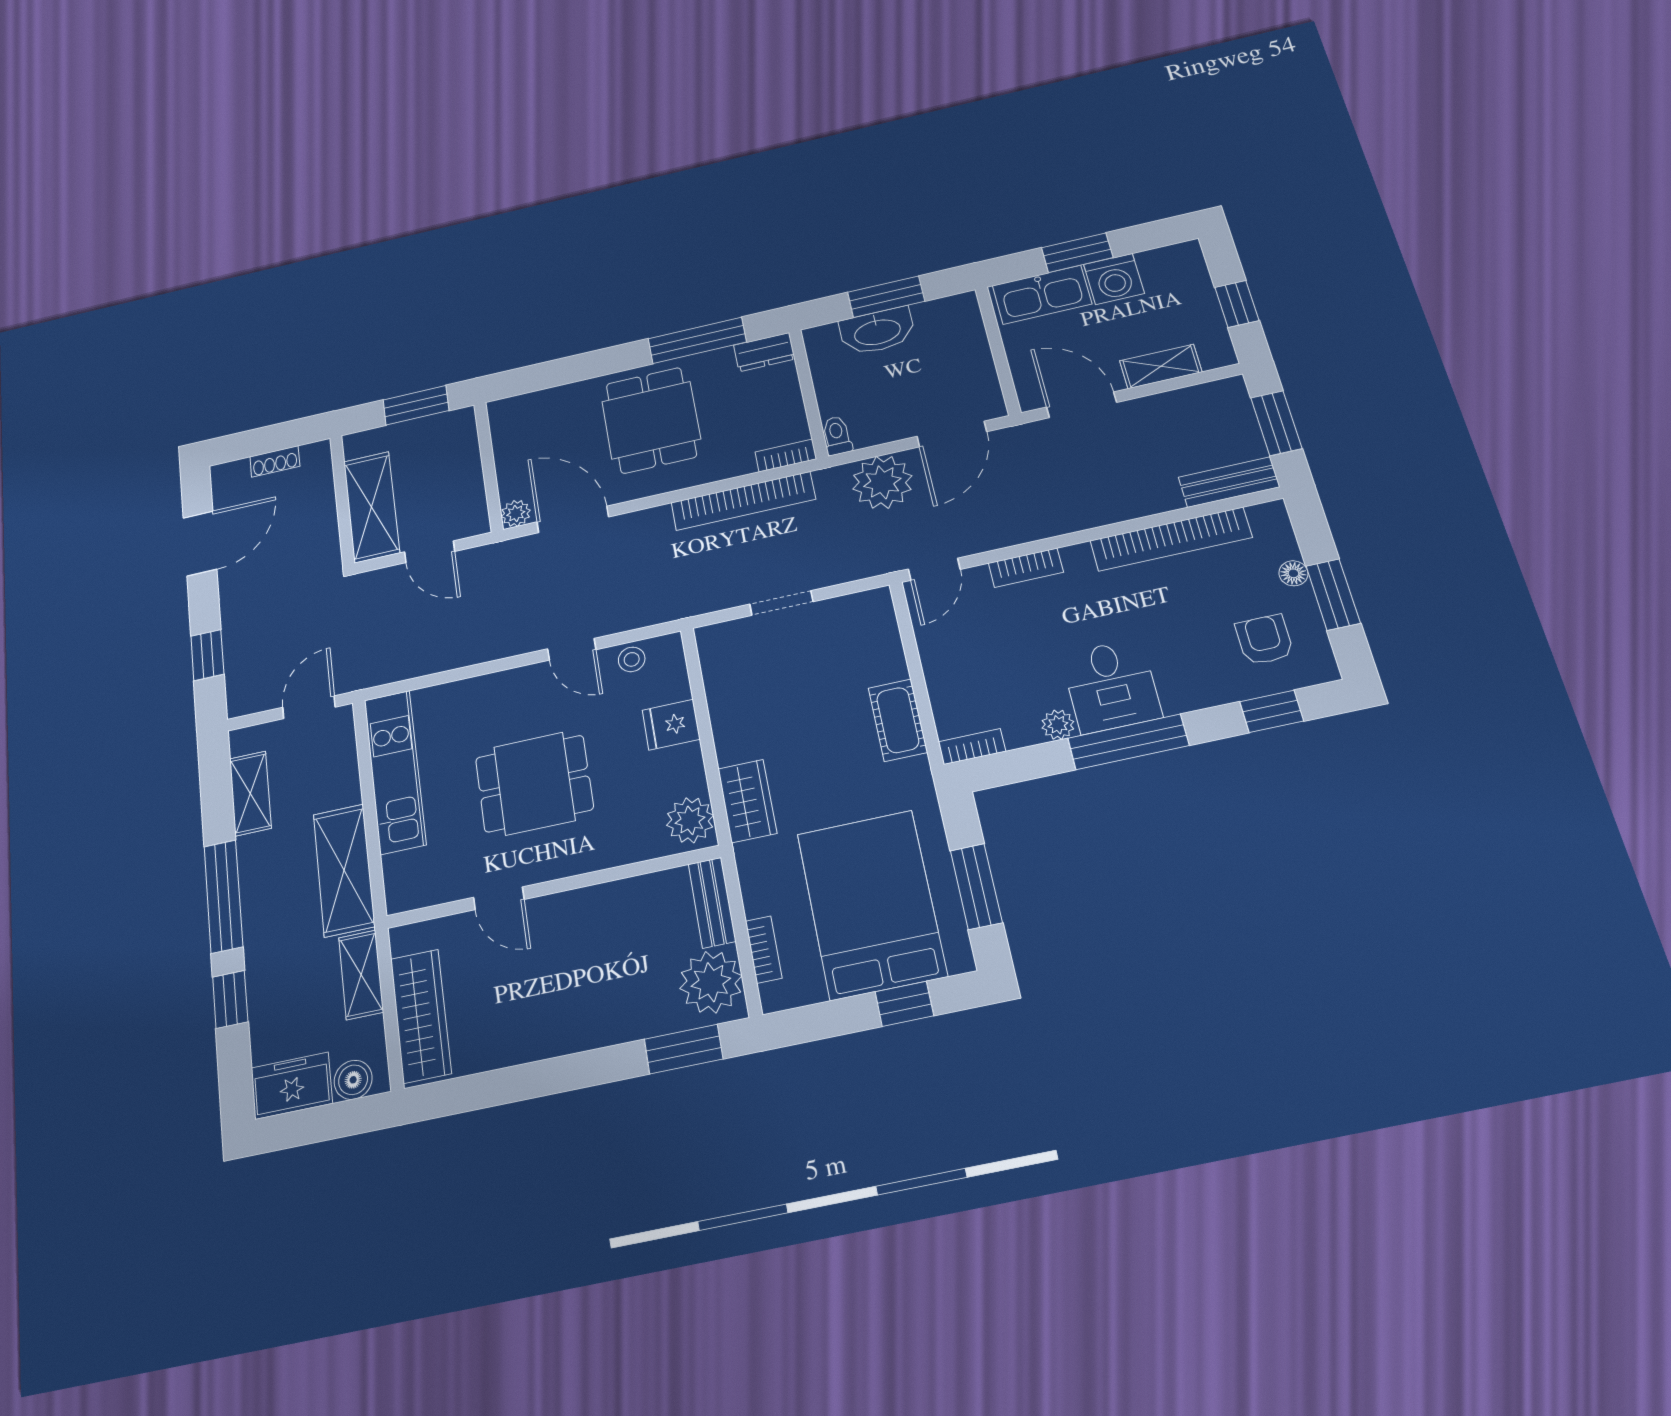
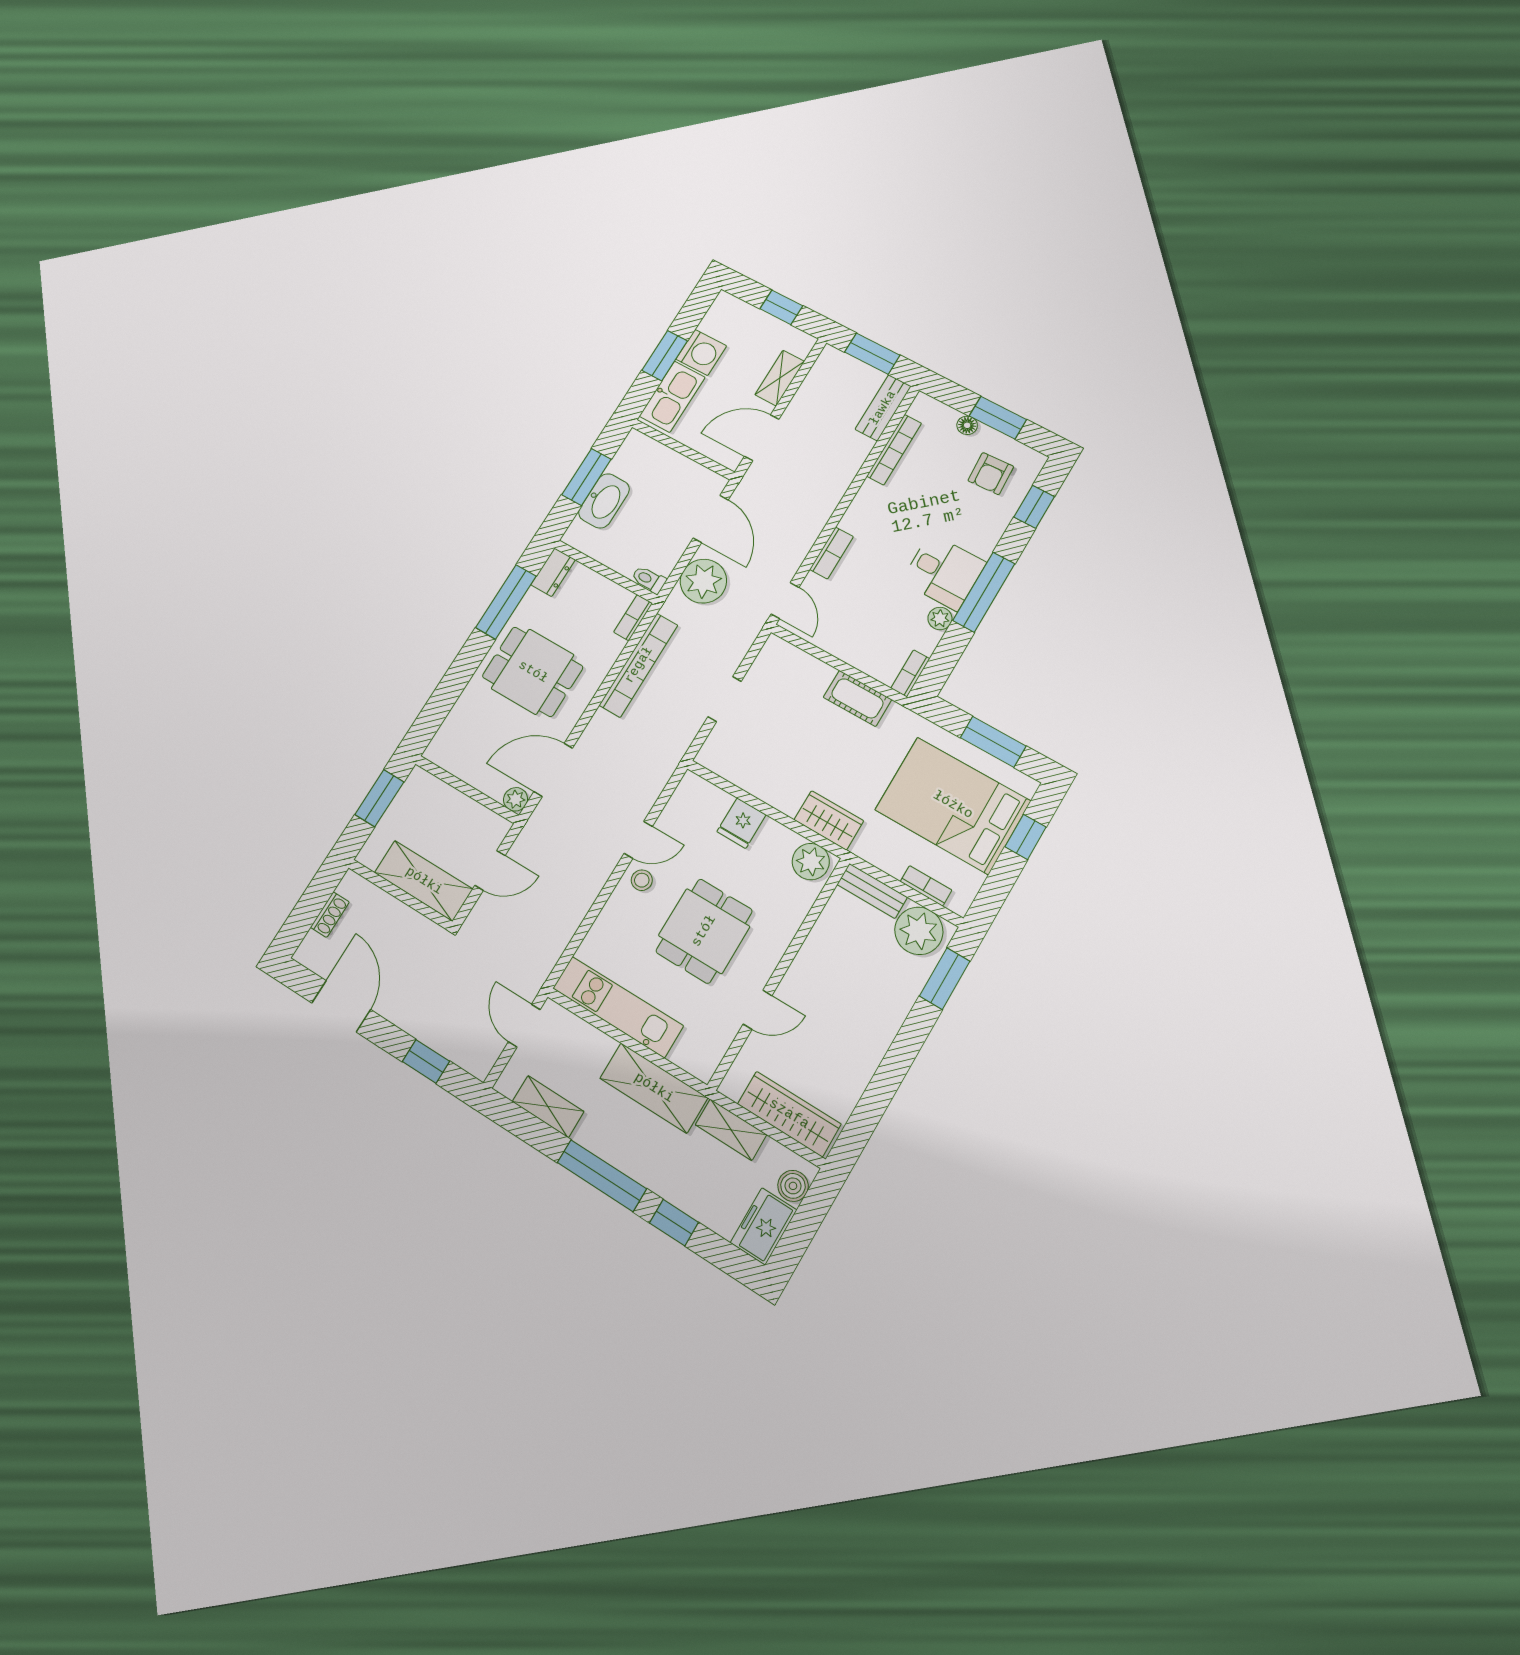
bookcase: (1171, 539) -> (894, 450), width x0.68, depth x0.76
armchair: (1264, 640) -> (991, 474), turned -93
stool: (632, 659) -> (642, 880), moved

